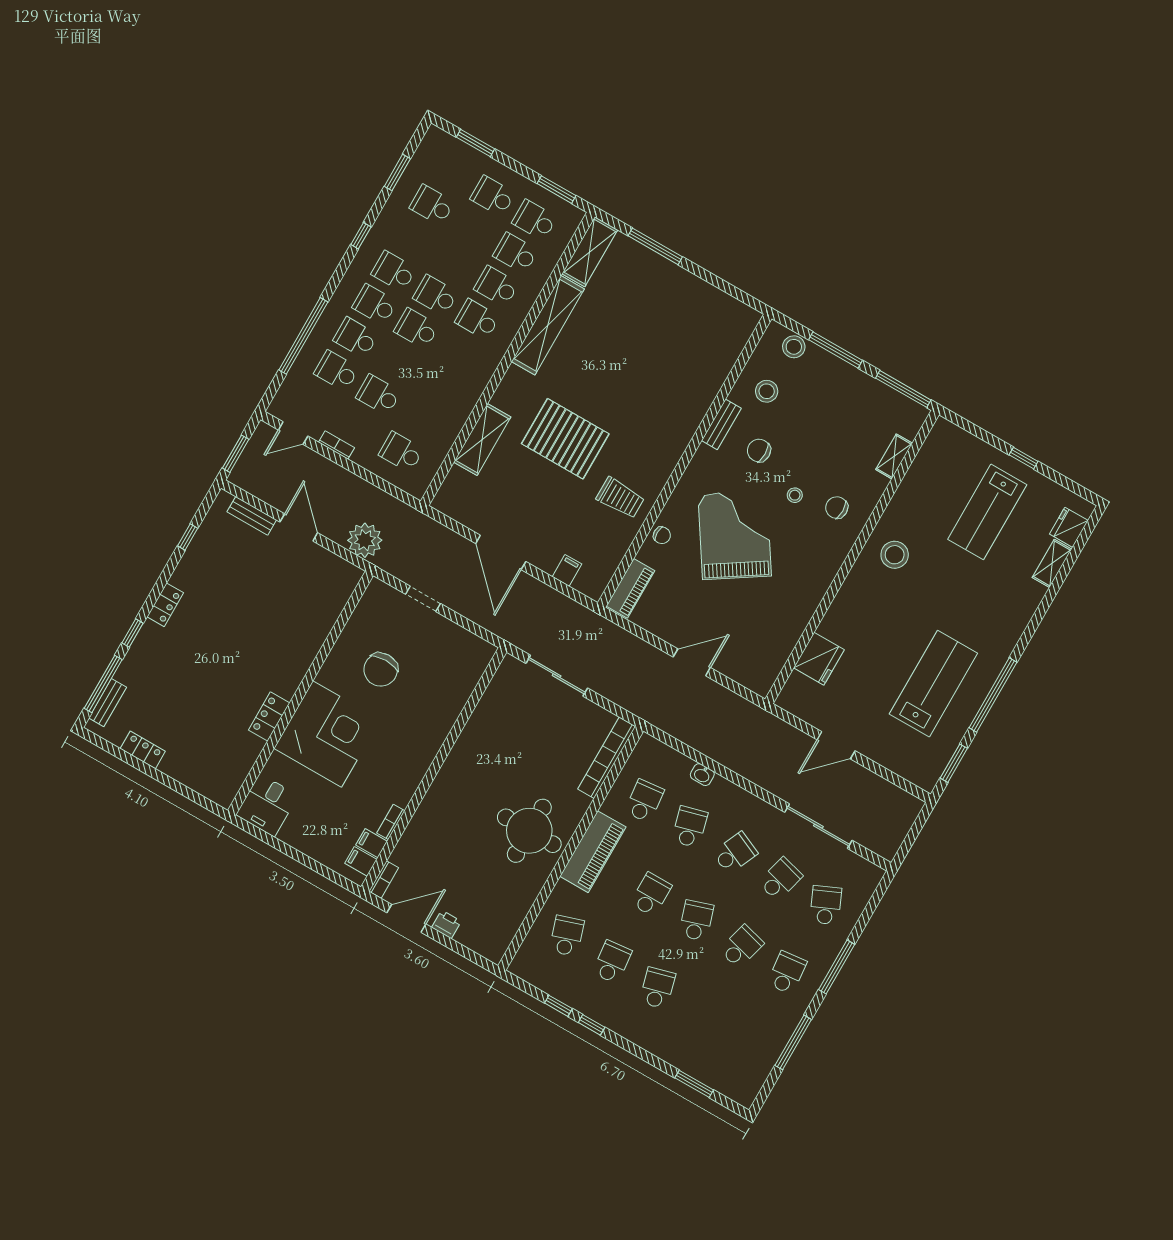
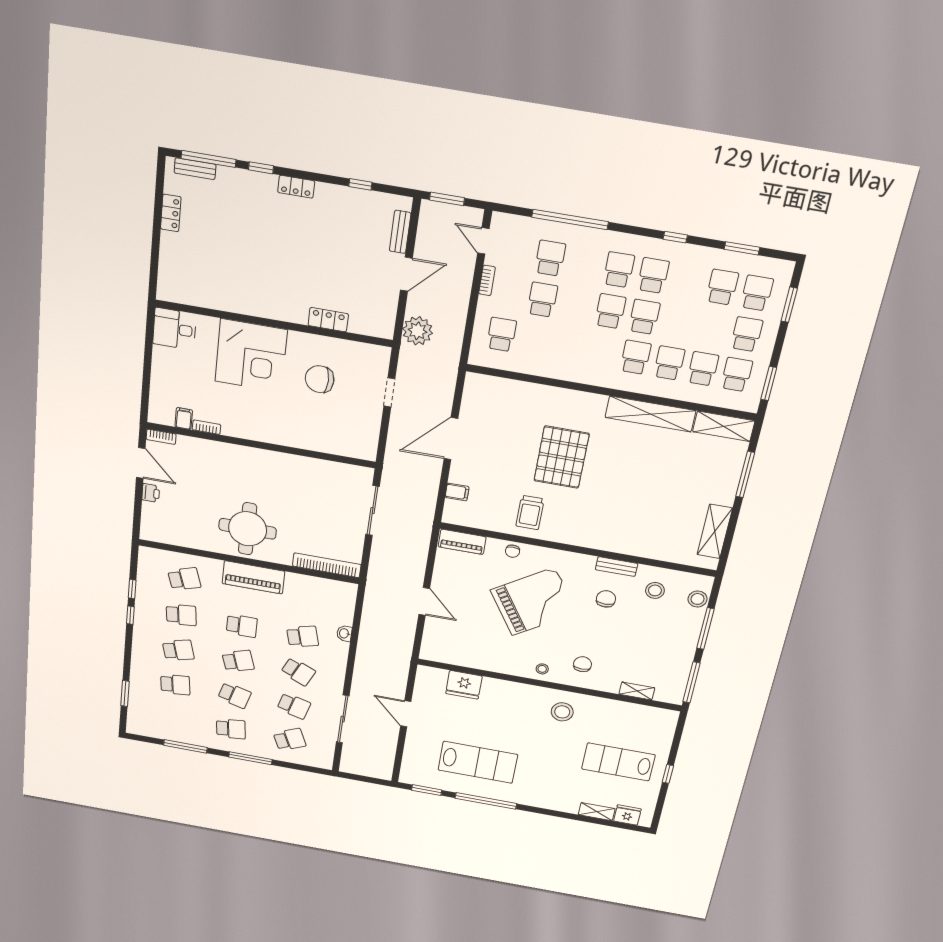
school desk: (356, 338) -> (757, 293), moved
shelving: (482, 440) -> (715, 531), moved, turned 90
stool: (795, 495) -> (542, 669), moved
locker: (269, 716) -> (328, 320), moved
school desk: (644, 801) -> (175, 685), moved
filing cabinet: (361, 861) -> (166, 415), removed

